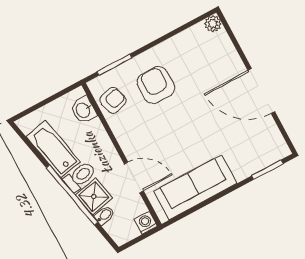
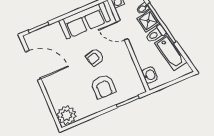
plant: (213, 24) -> (67, 115), width x1.88, depth x1.88
door: (261, 91) -> (33, 65), moved
armchair: (113, 100) -> (95, 57), moved

